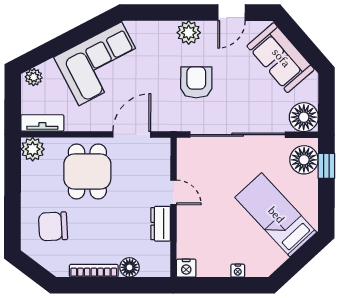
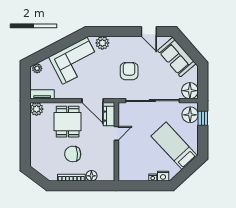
door: (232, 13) -> (149, 32), hinge flipped
plant: (189, 33) -> (102, 43), moved
door: (132, 134) -> (93, 101), swing flipped
door: (173, 192) -> (116, 133), hinge flipped
dresser: (161, 224) -> (109, 116), moved
chair: (53, 226) -> (73, 154), moved
nightstand: (186, 268) -> (163, 176), moved

